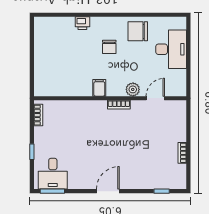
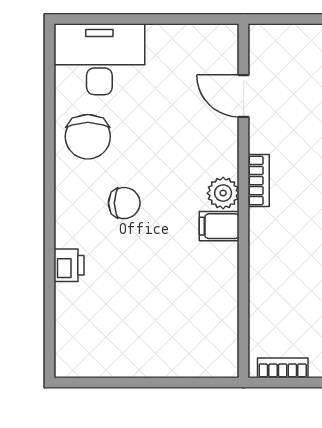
desk: (171, 49) -> (99, 59), moved
plant: (133, 89) -> (223, 193), moved

